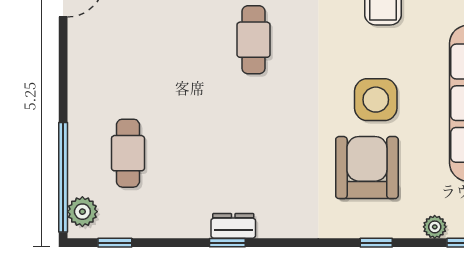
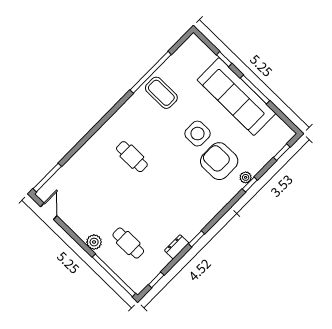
plant: (82, 212) -> (94, 242), moved
dresser: (233, 226) -> (177, 247), moved
plant: (435, 227) -> (246, 177), moved

